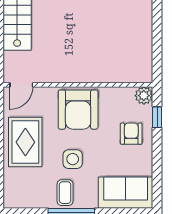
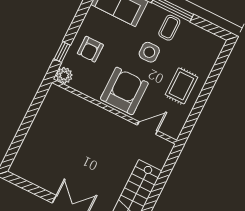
door: (21, 85) -> (147, 128), moved
rug: (25, 142) -> (181, 86), width x0.73, depth x0.70

